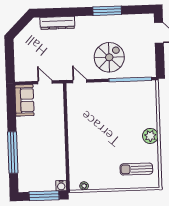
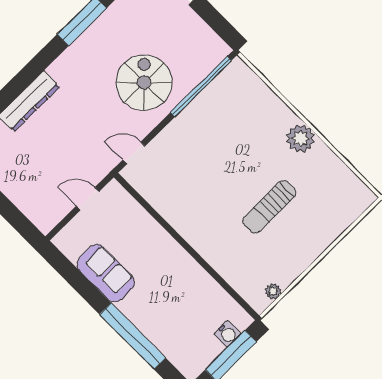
sofa: (24, 100) -> (106, 273), moved
sun lounger: (136, 169) -> (269, 207), moved
water cooler: (61, 186) -> (227, 334), moved

